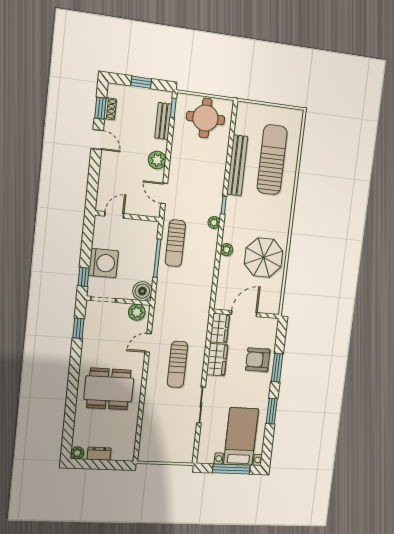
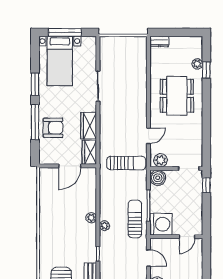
plant: (214, 223) -> (104, 226), moved
parasol: (264, 257) -> (59, 214), removed
washing machine: (103, 263) -> (161, 224), moved, turned 180
window: (78, 328) -> (206, 70), moved
sun lounger: (178, 364) -> (126, 163), moved, turned 90
window: (277, 368) -> (35, 122), width x1.44
dining table: (109, 389) -> (177, 96), turned 90
plant: (77, 453) -> (197, 64), moved
dresser: (99, 454) -> (159, 41), moved

